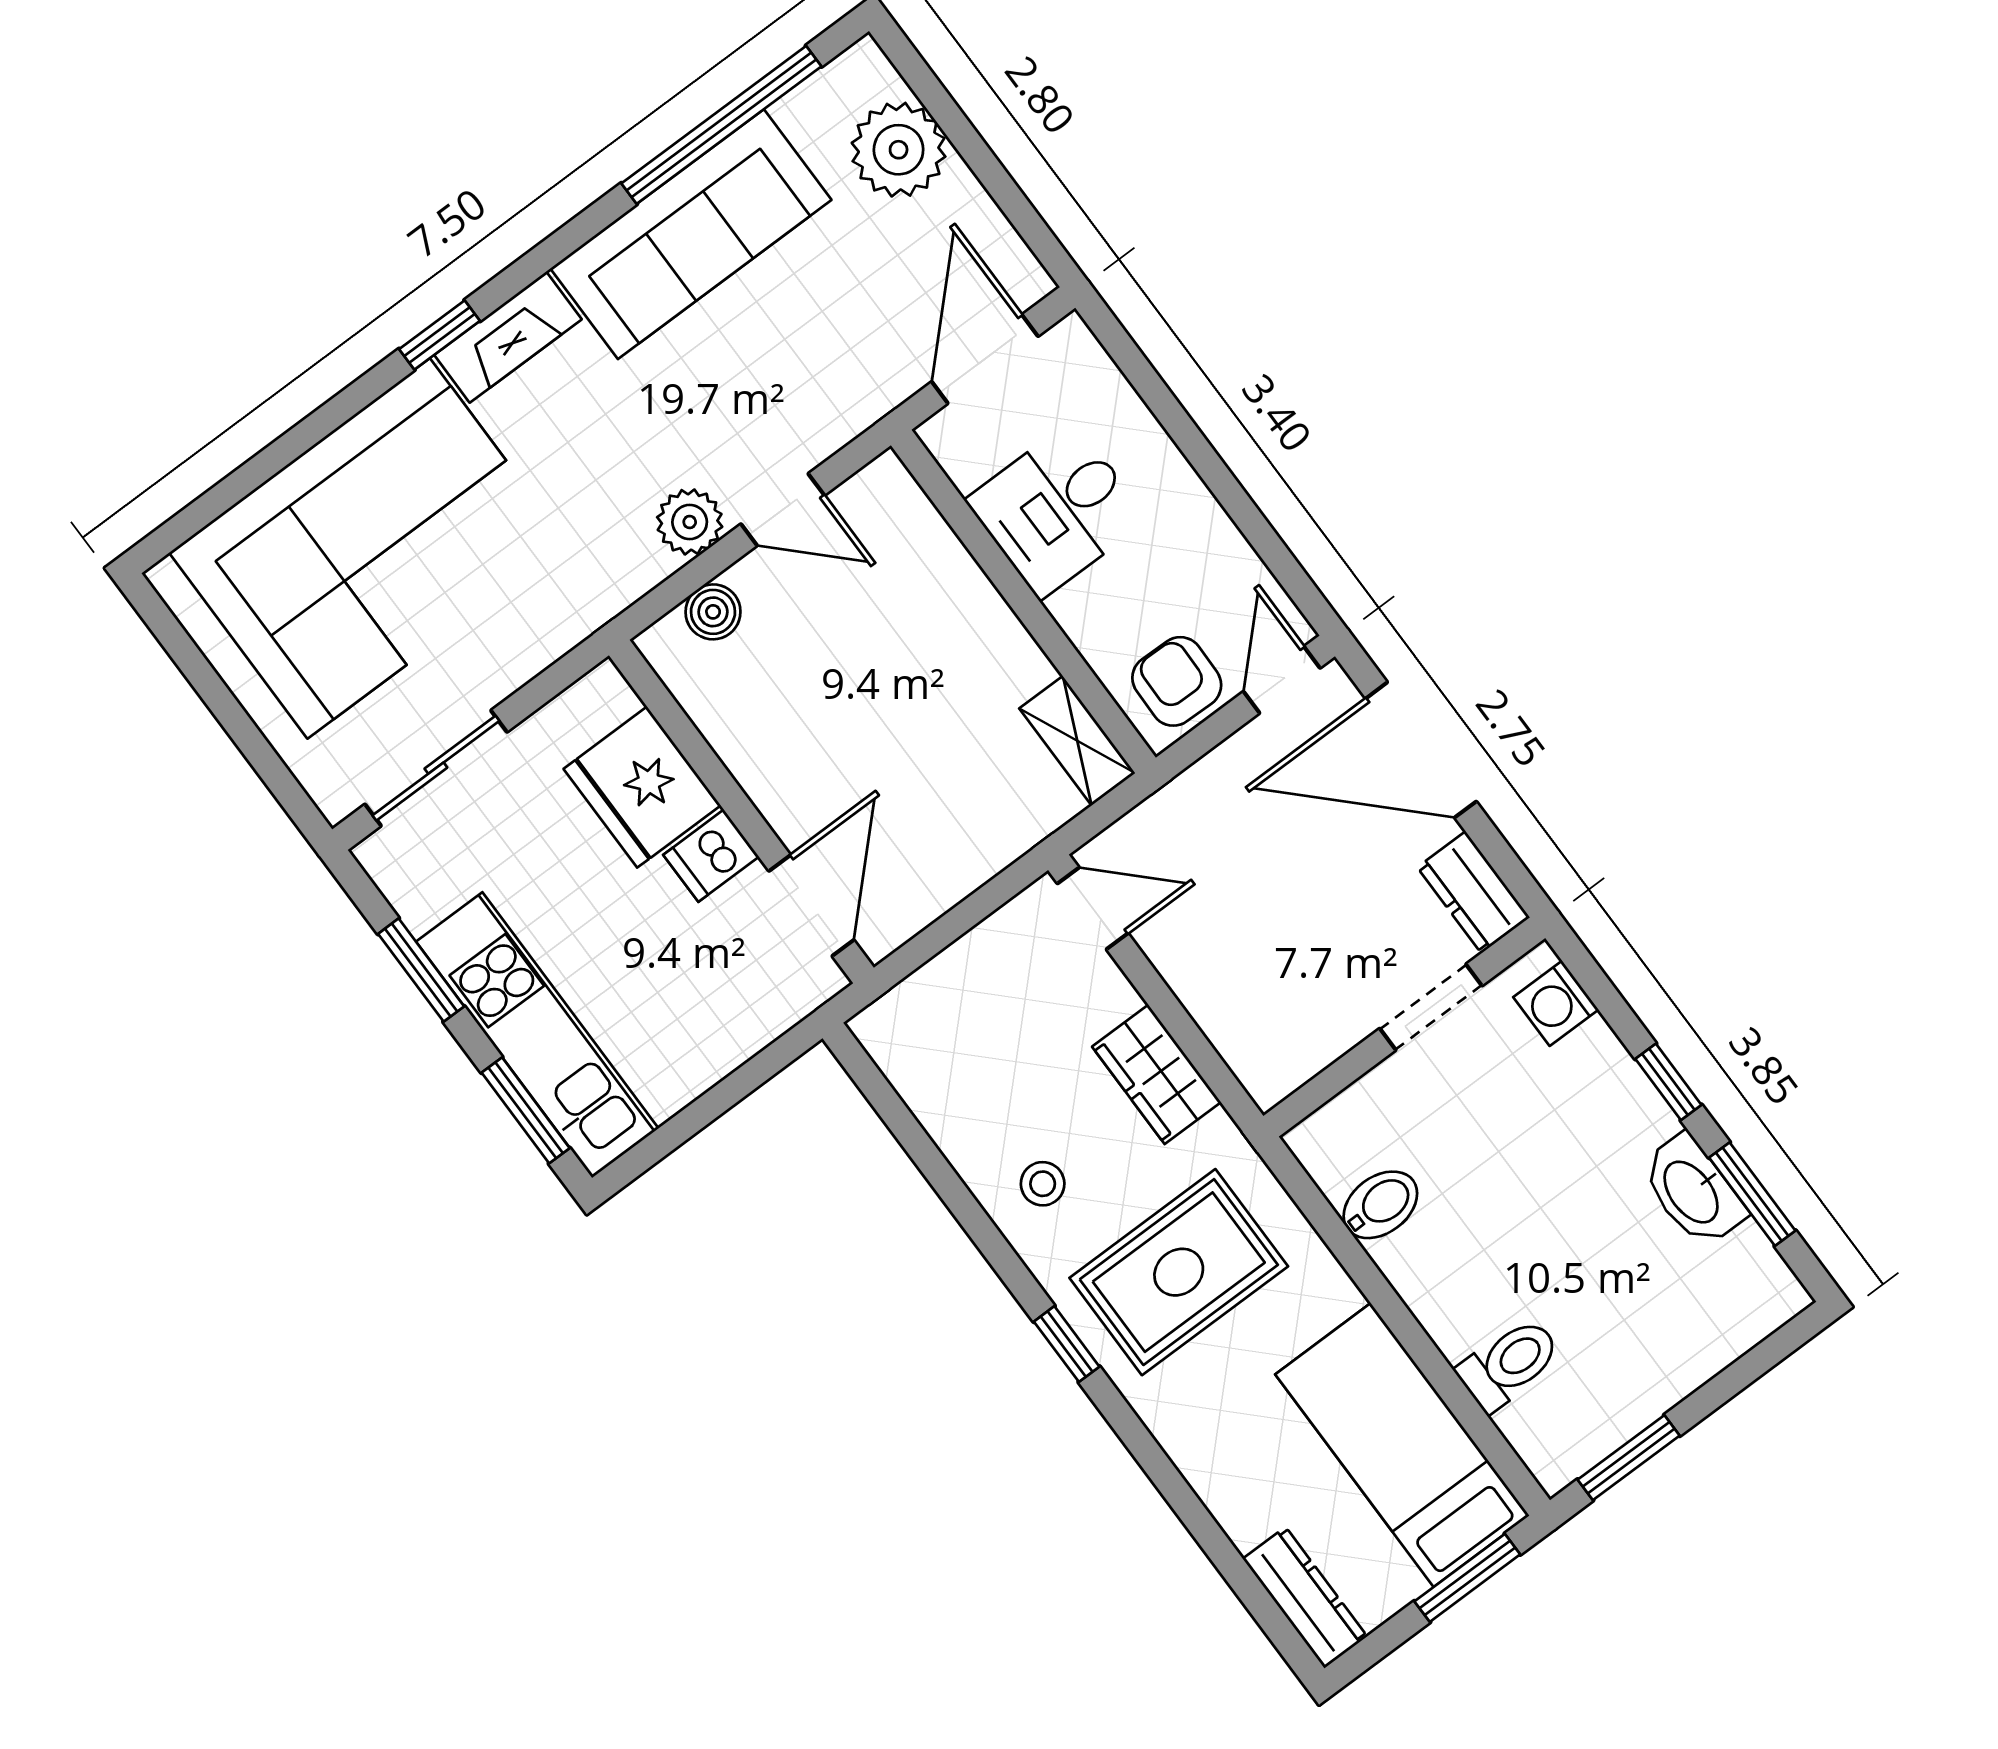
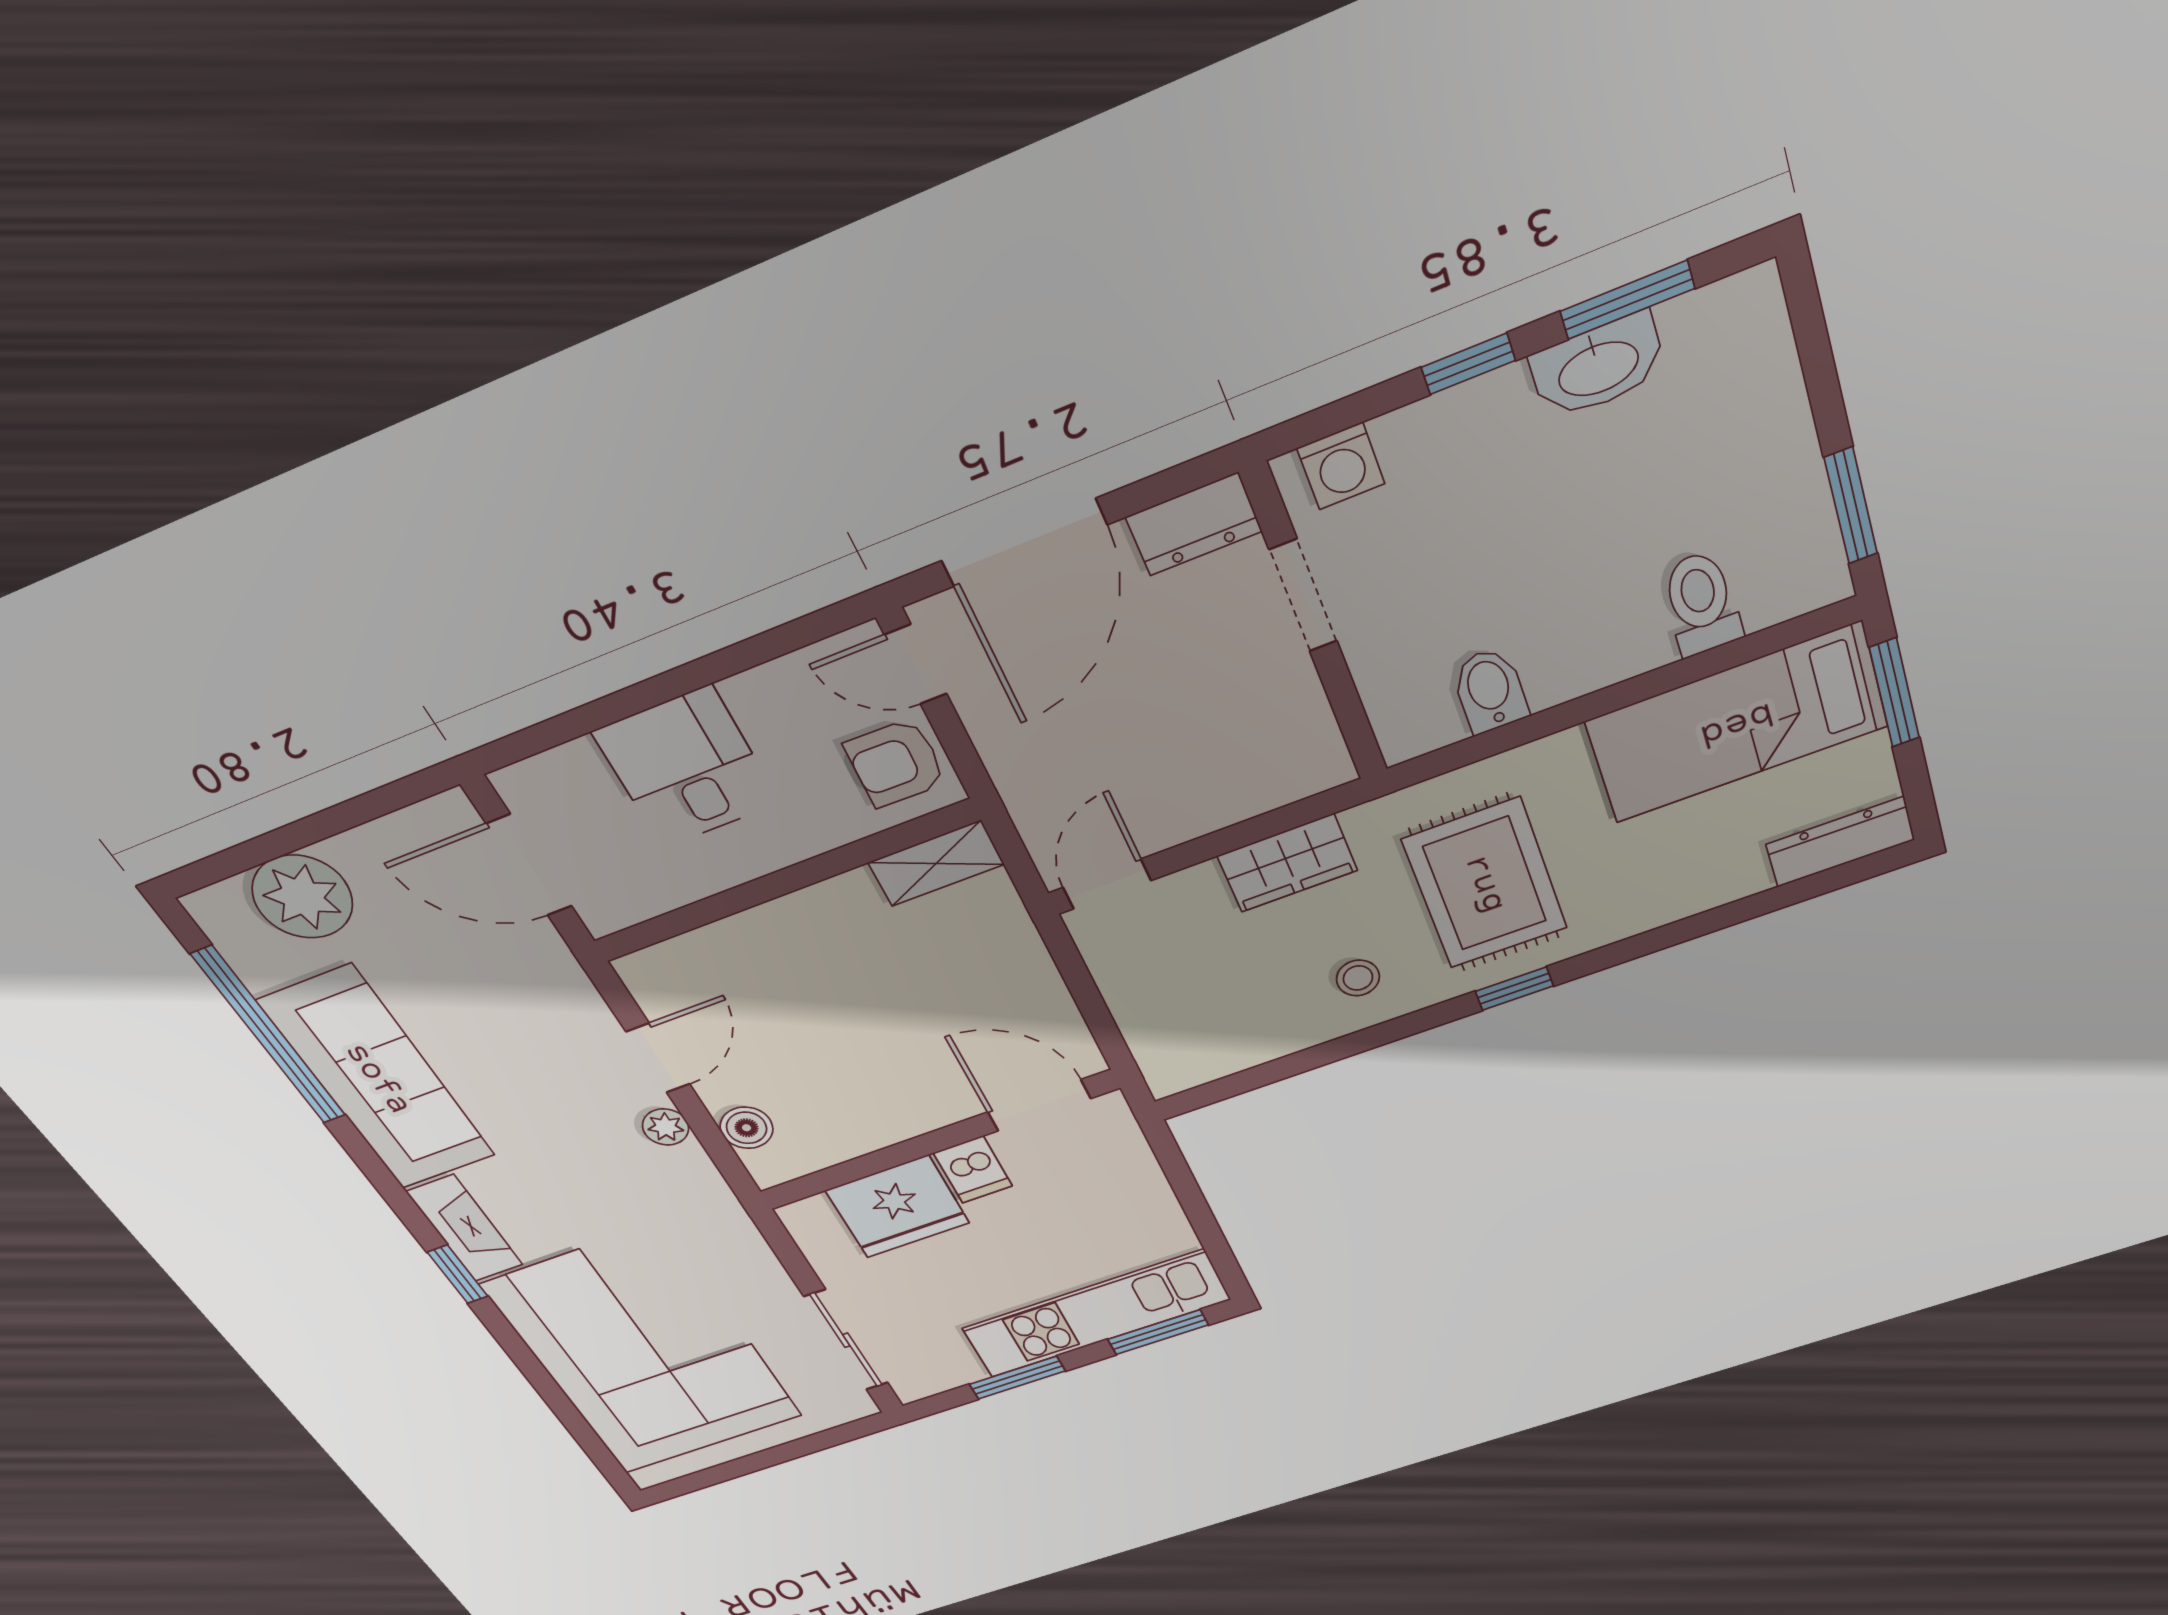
desk: (1057, 510) -> (687, 768), moved, turned 180
plant: (690, 522) -> (666, 1127), width x0.73, depth x0.73

